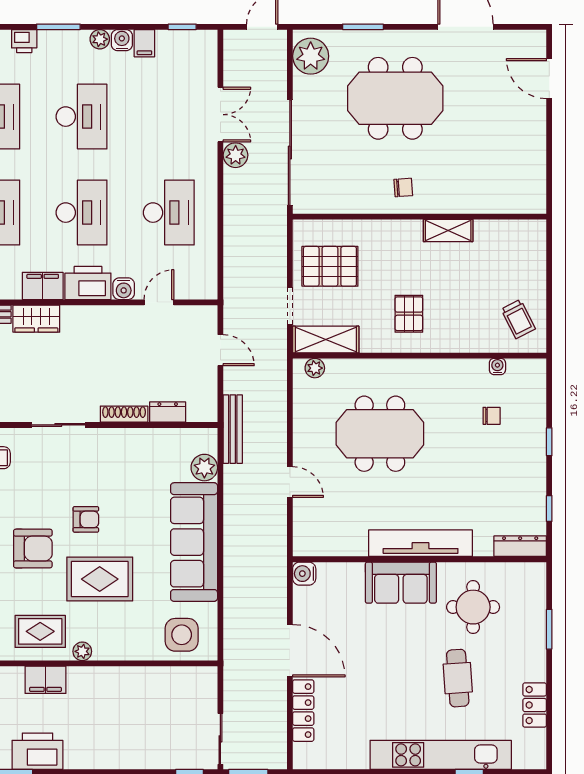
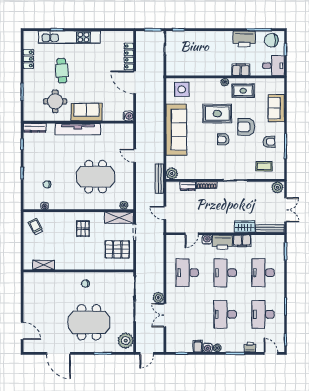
shelving: (448, 231) -> (44, 265), moved
plant: (204, 468) -> (172, 173), moved

